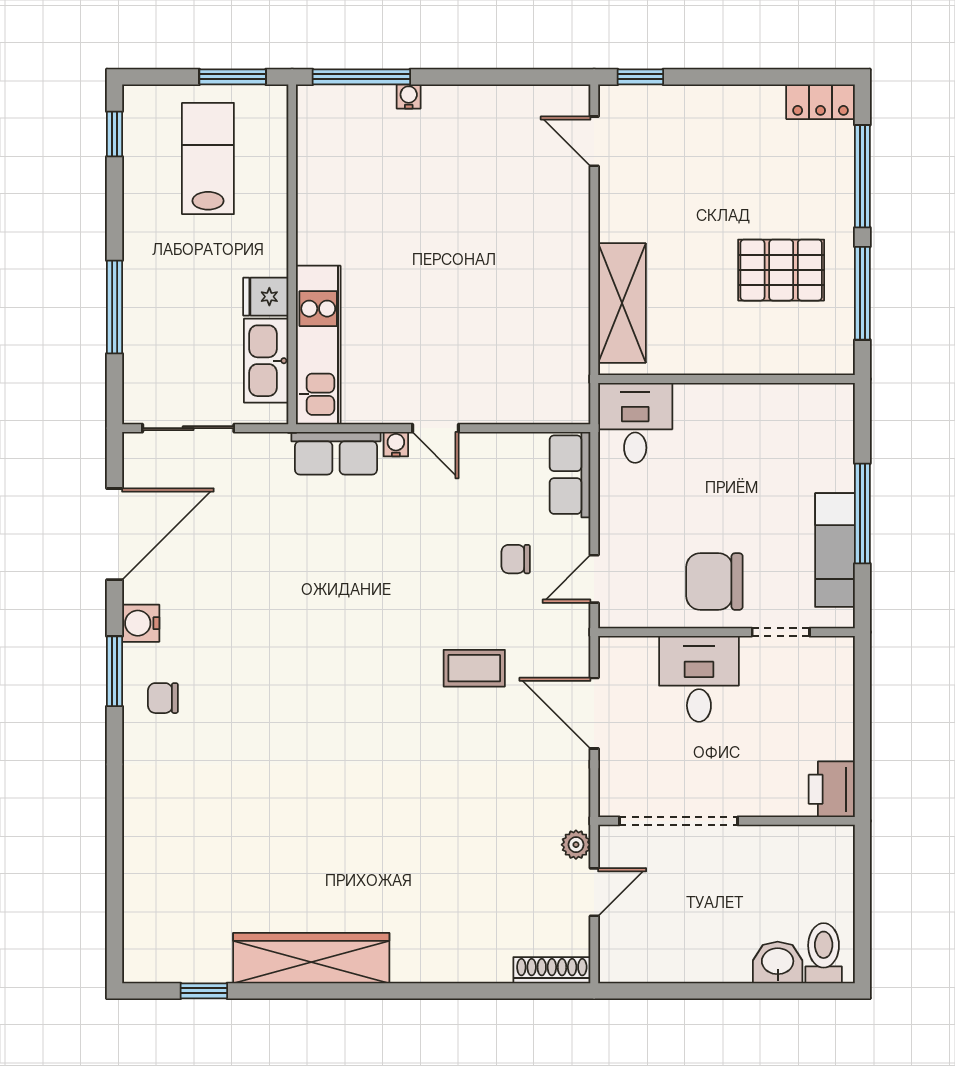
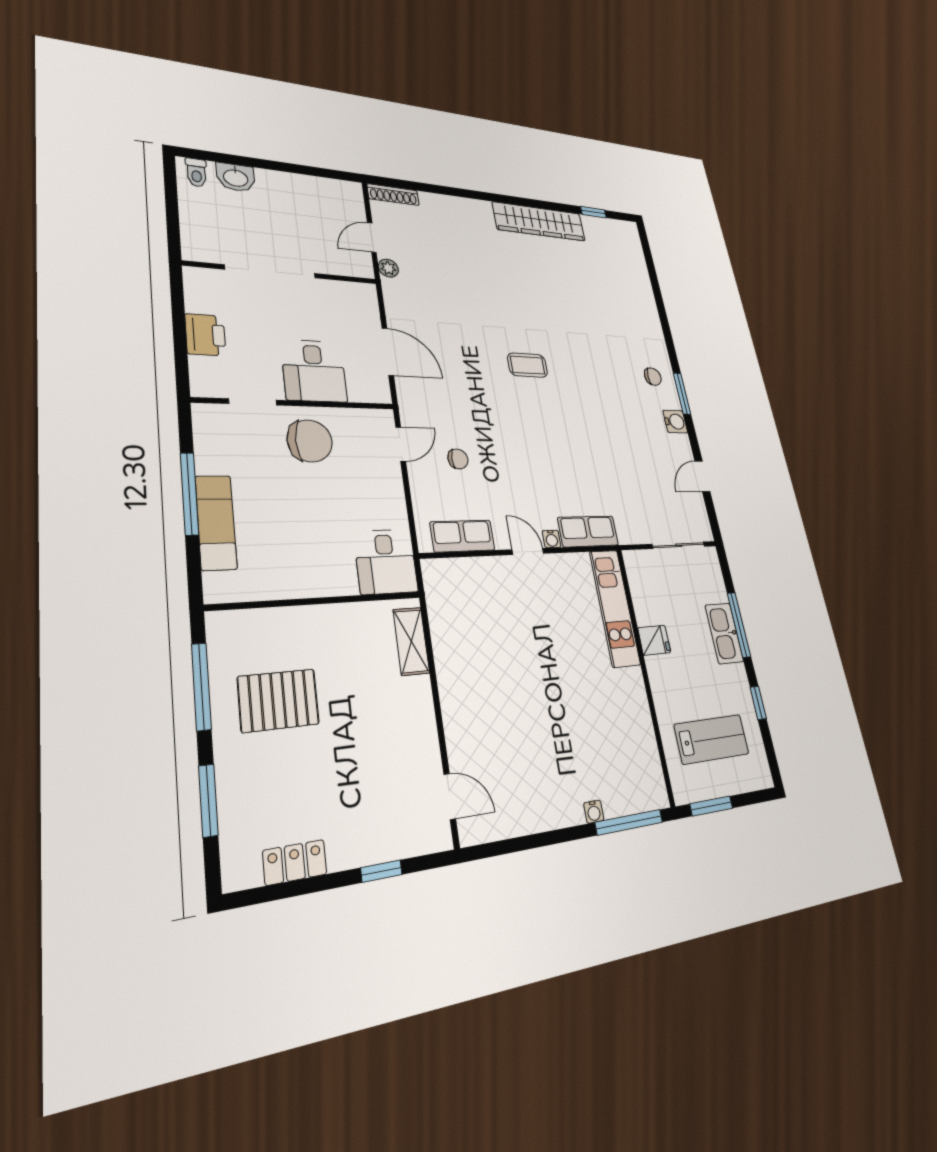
window: (640, 77) -> (381, 871), moved
locker: (821, 102) -> (295, 862), moved
window: (115, 134) -> (758, 703), moved
lab bench: (208, 158) -> (712, 739), turned -90
window: (862, 176) -> (208, 800), width x0.69
shelving: (622, 303) -> (411, 641), width x0.67, depth x0.75
kitchen sink: (266, 361) -> (724, 633), moved, turned 180
row of seats: (570, 475) -> (462, 536), moved, turned -90
door: (115, 534) -> (702, 476), width x0.53
exam couch: (835, 550) -> (216, 522), moved
coffee table: (474, 668) -> (528, 365), moved
printer: (832, 789) -> (205, 335), moved
doorway: (678, 821) -> (271, 271), moved
toilet: (824, 953) -> (196, 172), width x0.73, depth x0.72

